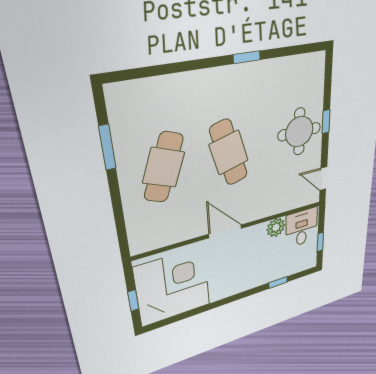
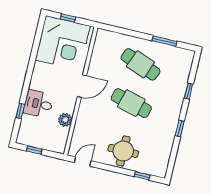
window: (180, 67) -> (189, 91), added
window: (326, 122) -> (142, 176), moved
cafe table: (229, 153) -> (131, 103), turned 30
desk: (302, 228) -> (38, 104), moved, turned 180

